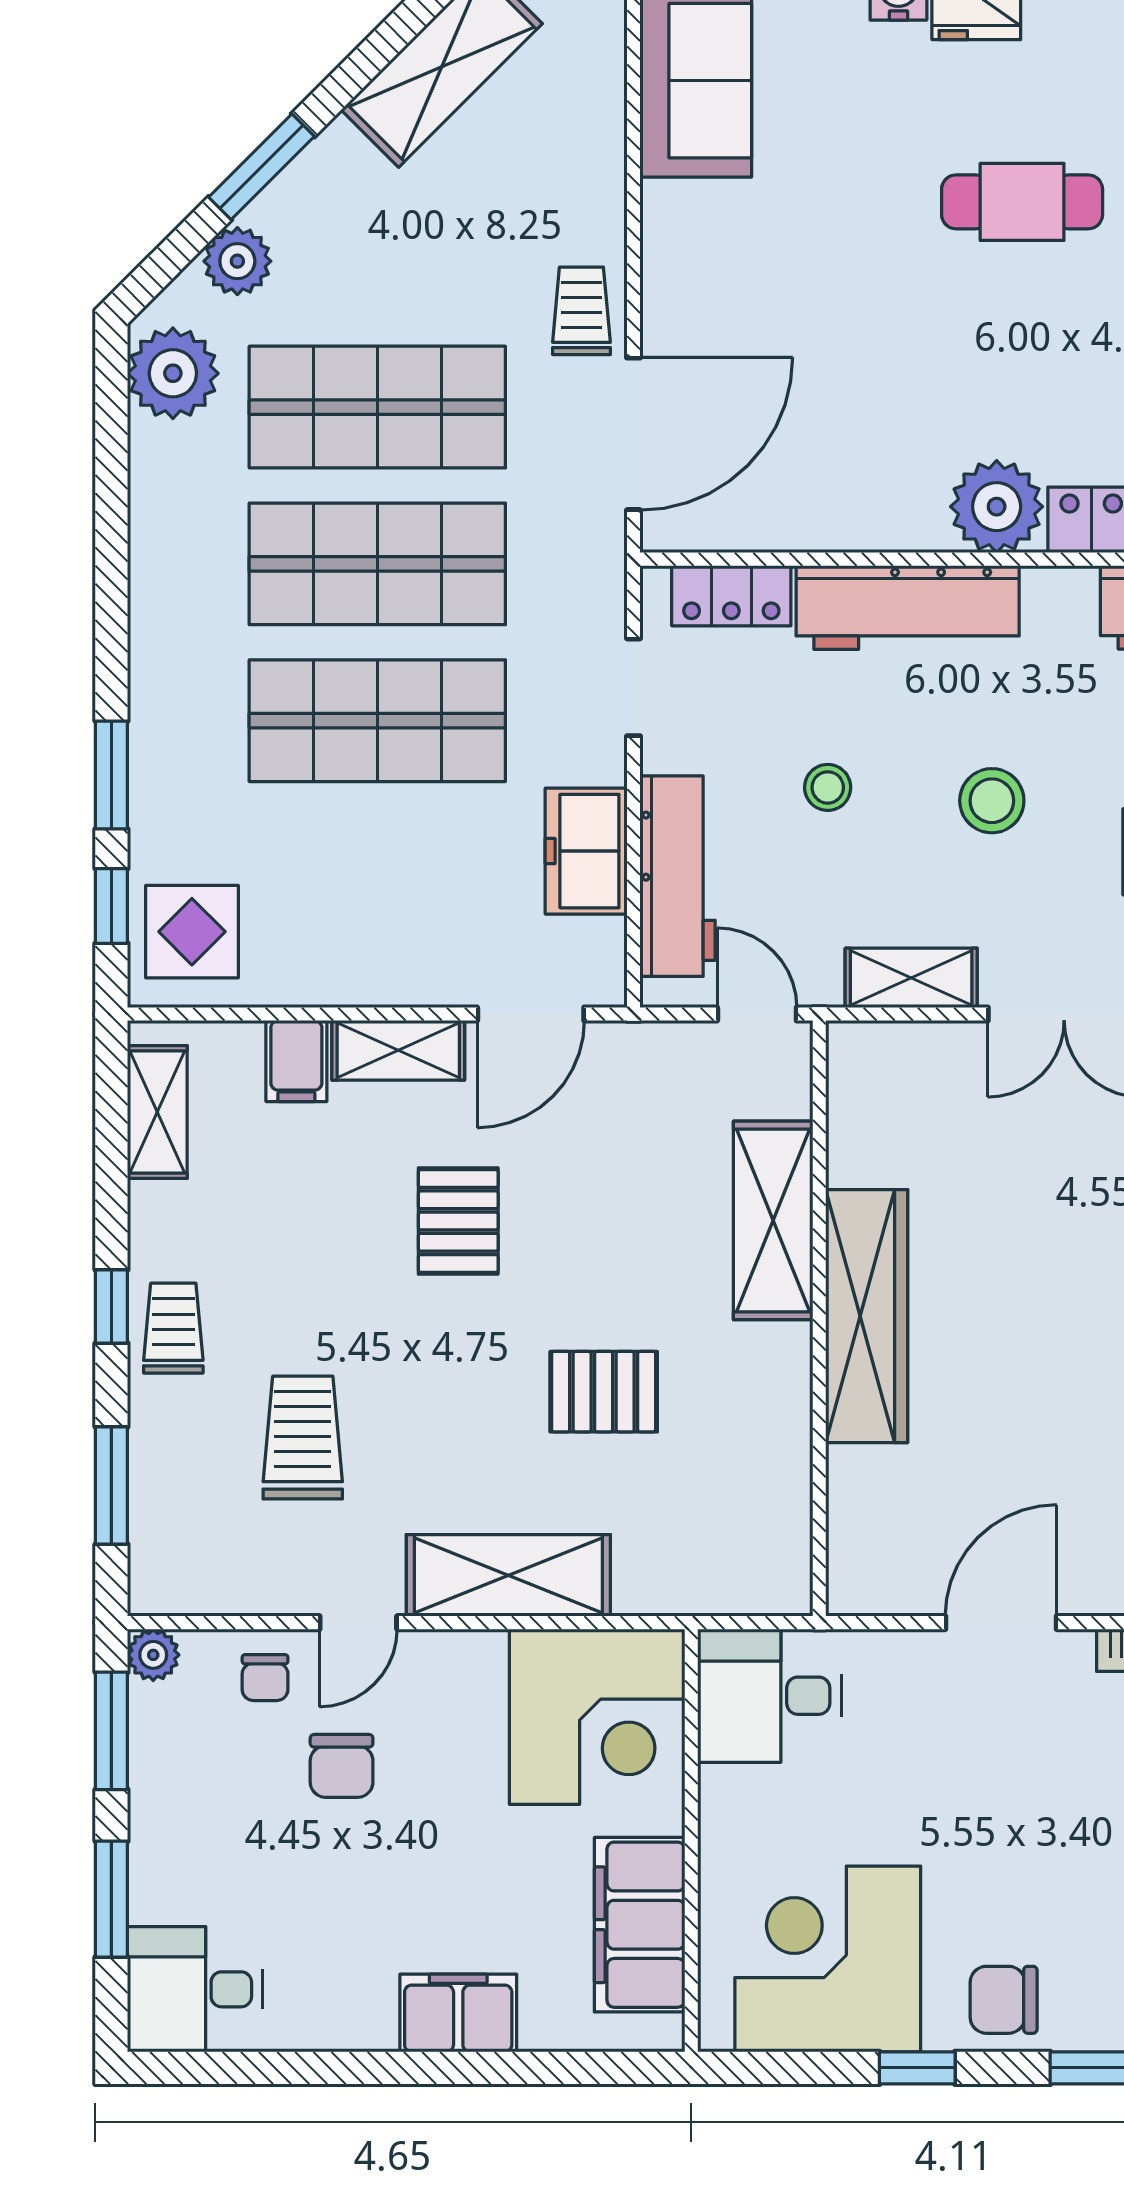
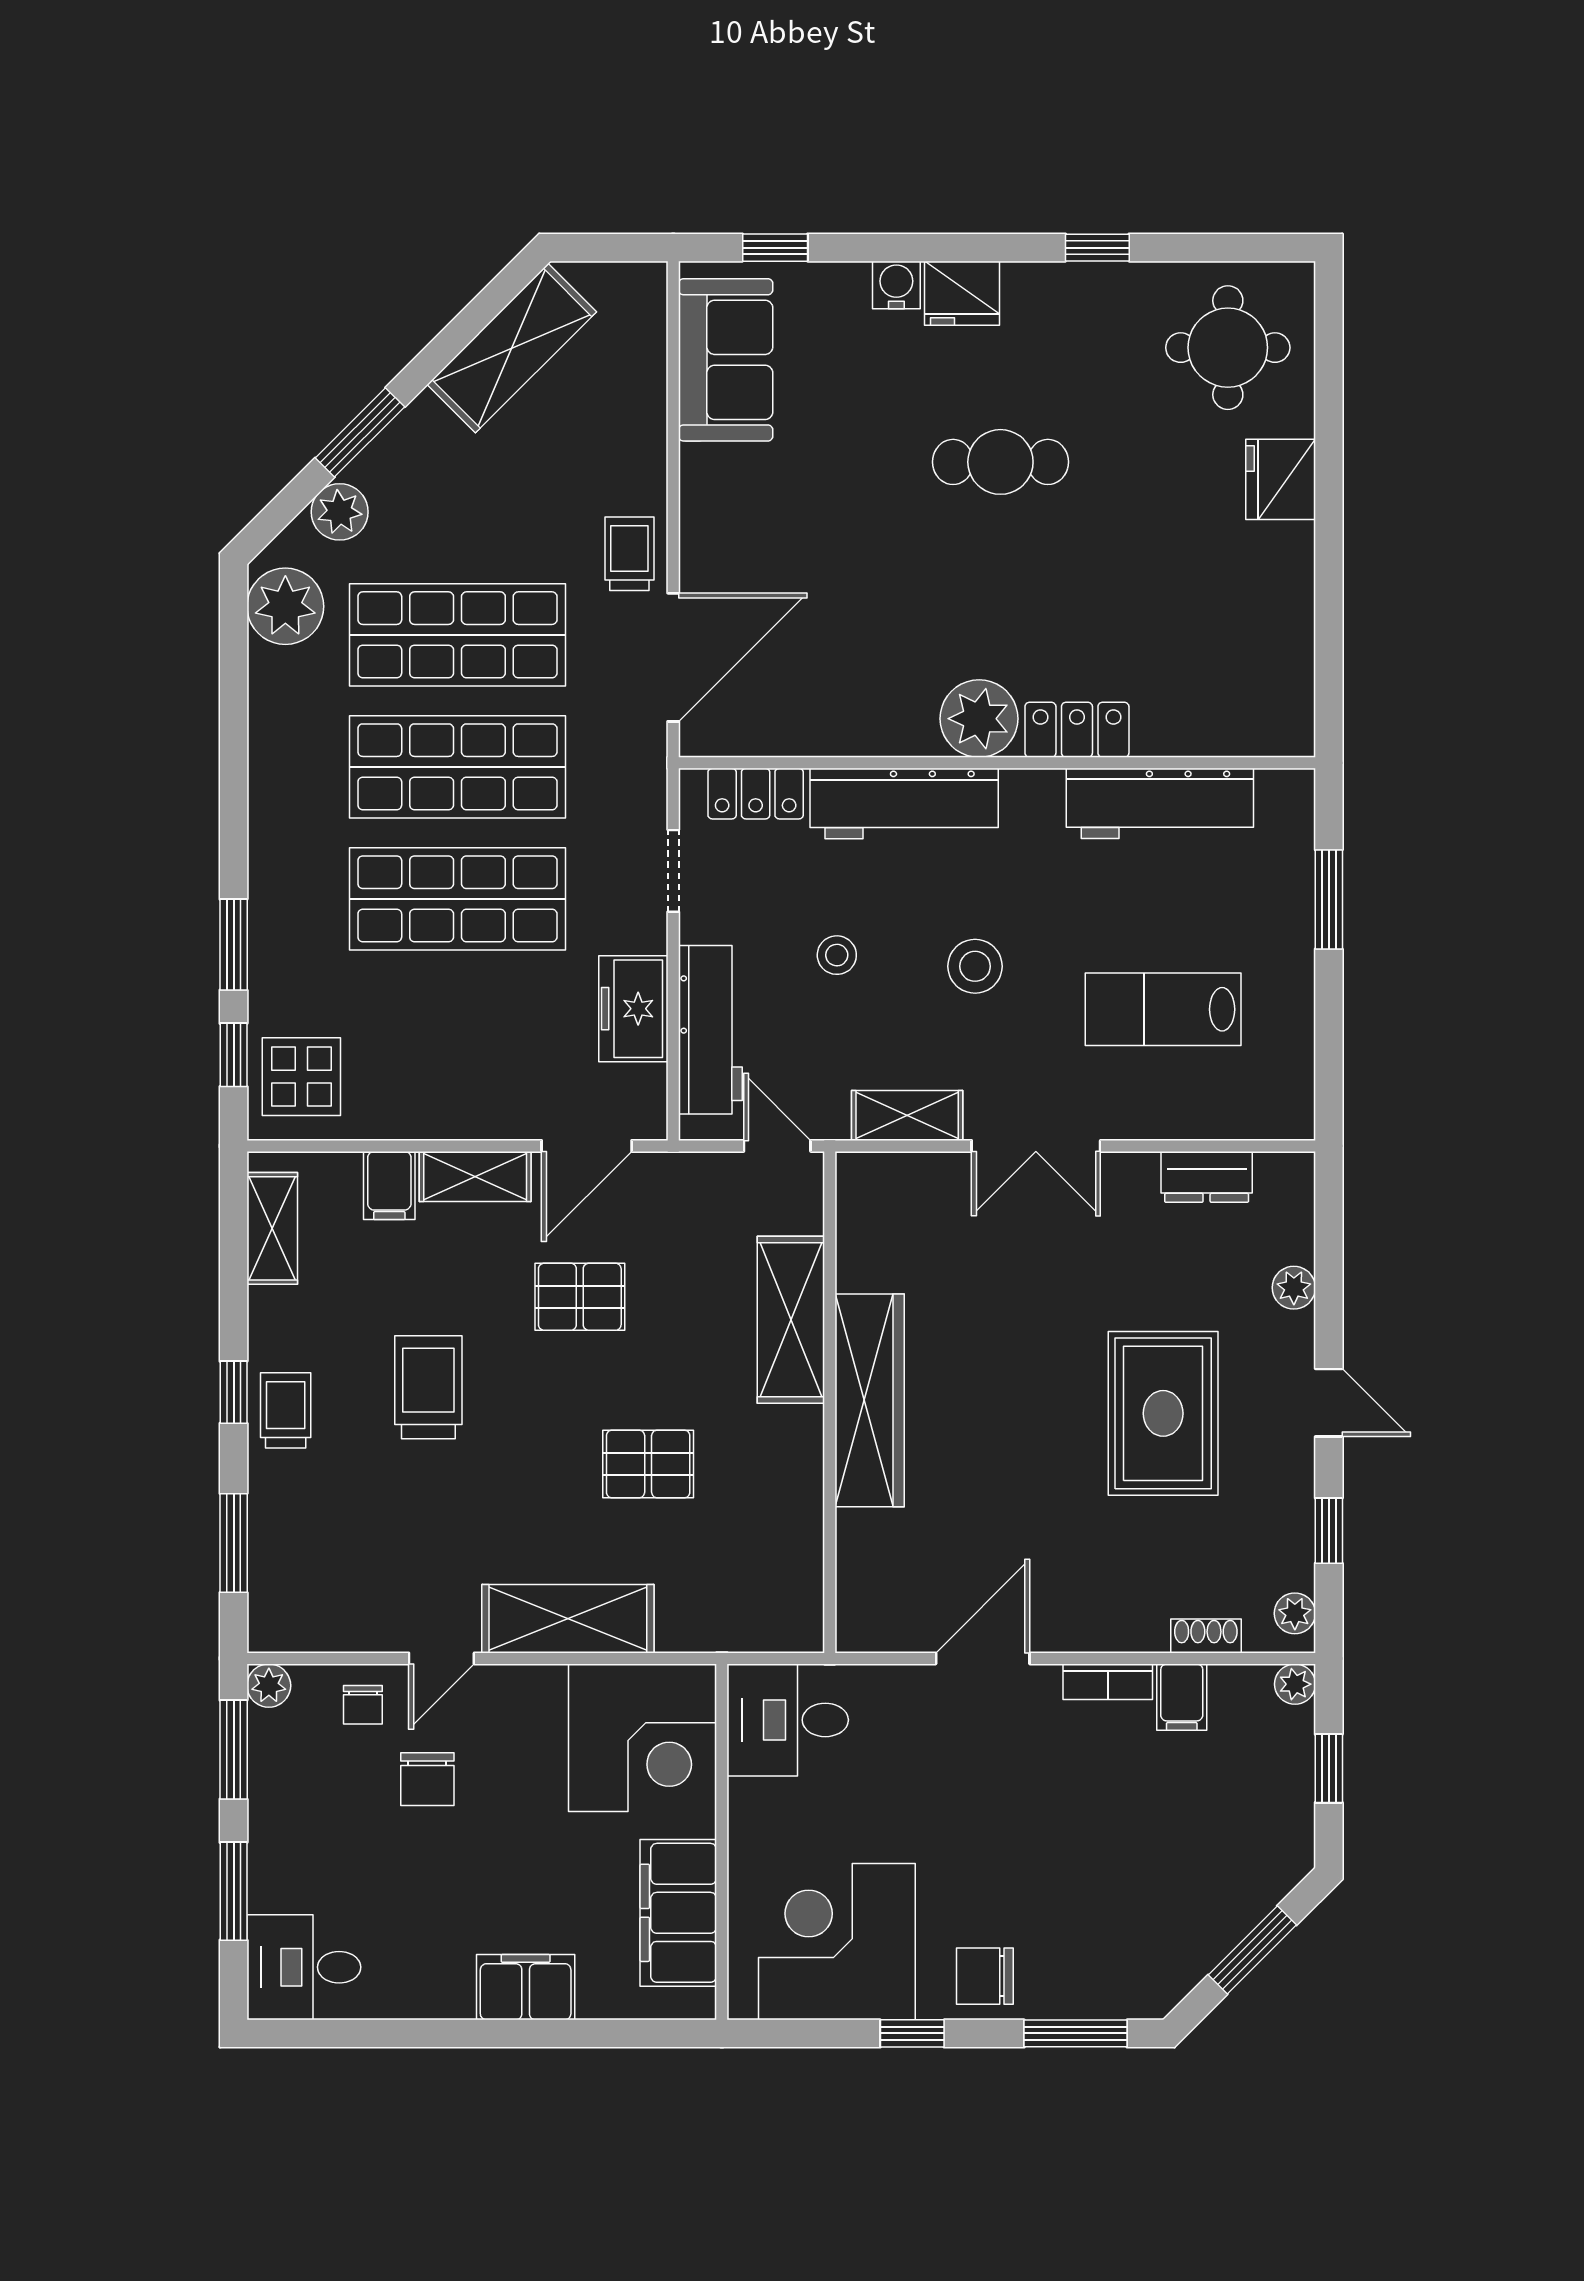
pallet: (458, 1221) -> (580, 1297), moved, turned 90
trolley: (303, 1438) -> (428, 1387), moved

